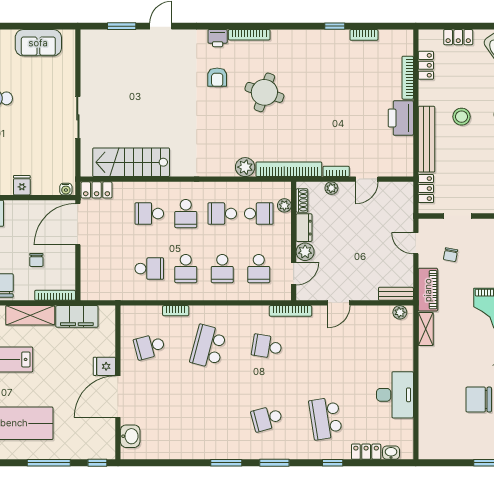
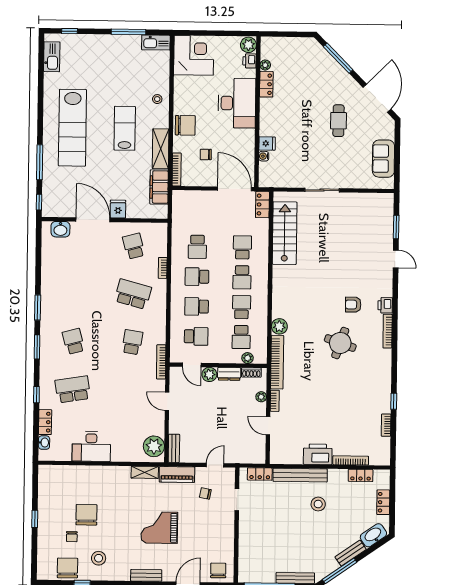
water cooler: (66, 189) -> (264, 156), moved
school desk: (186, 214) -> (242, 277), turned -90
school desk: (259, 269) -> (196, 336), turned 180
plant: (400, 312) -> (154, 446), width x1.88, depth x1.88

